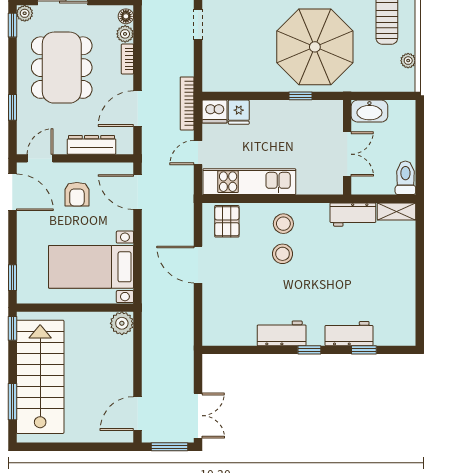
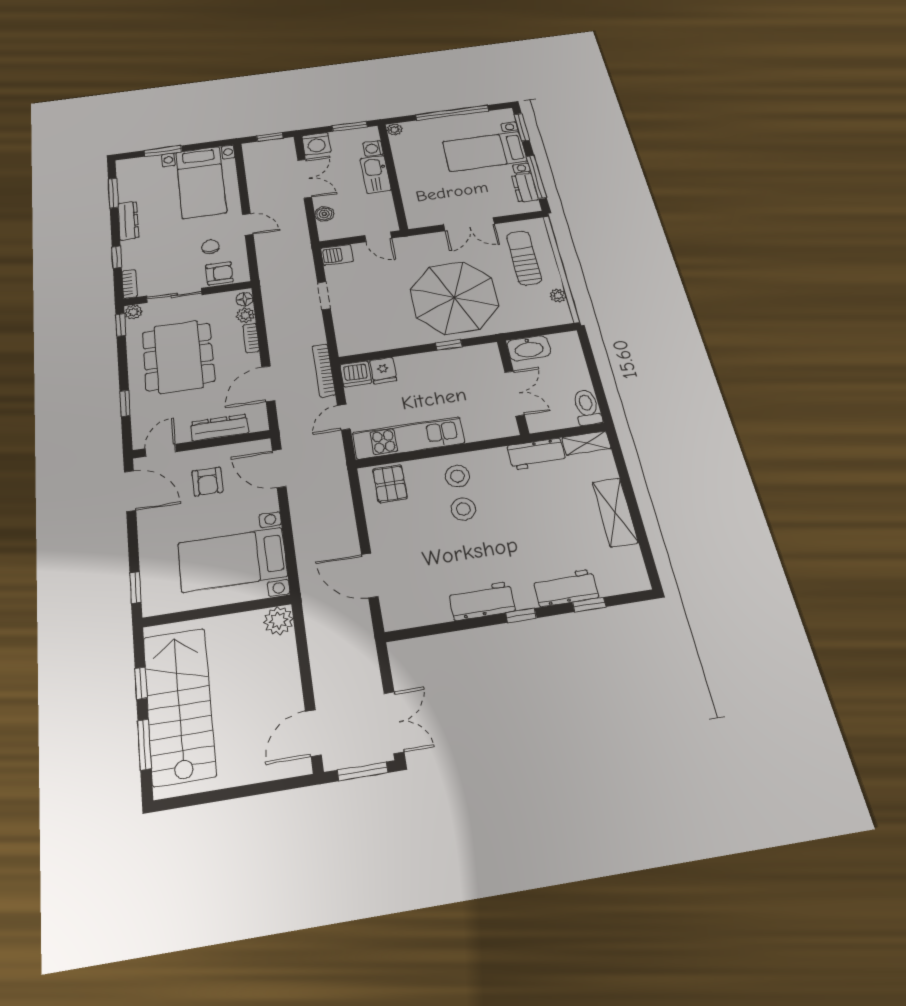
door: (198, 265) -> (370, 575), moved
shelving: (404, 277) -> (615, 512), added
window: (12, 328) -> (141, 683), moved

